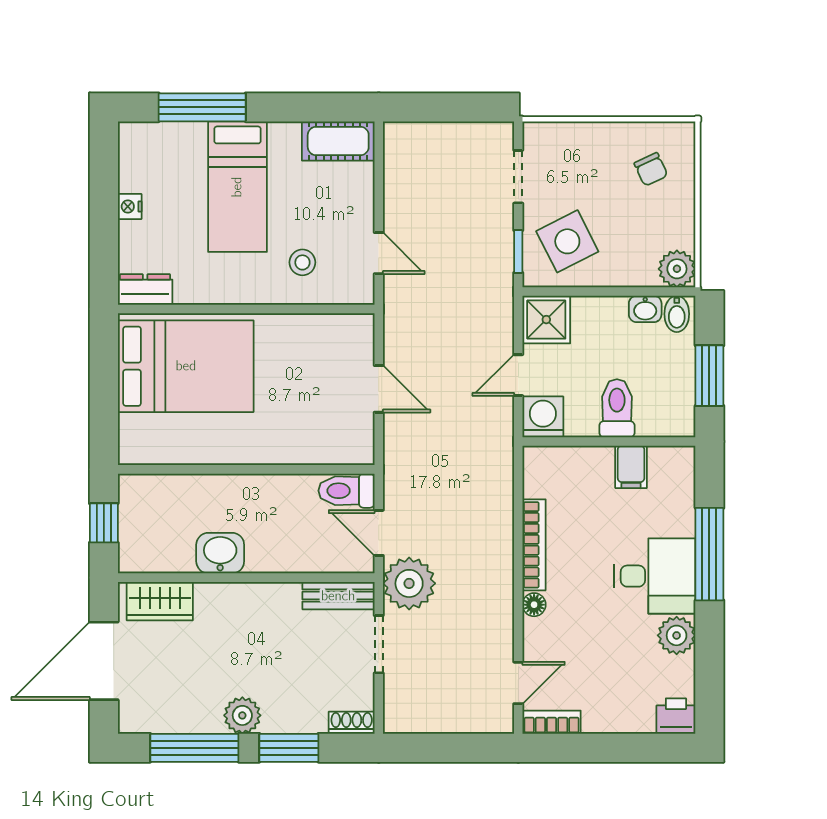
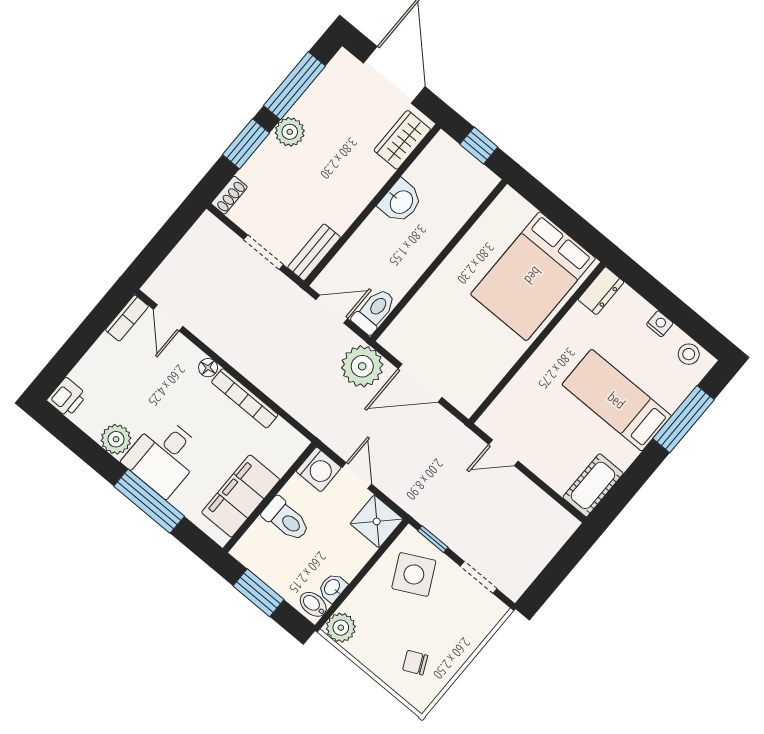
stool: (302, 262) -> (689, 354), moved
door: (379, 389) -> (420, 383), width x1.38
filing cabinet: (631, 467) -> (241, 496), width x3.00, depth x1.17
plant: (409, 583) -> (362, 366), moved

